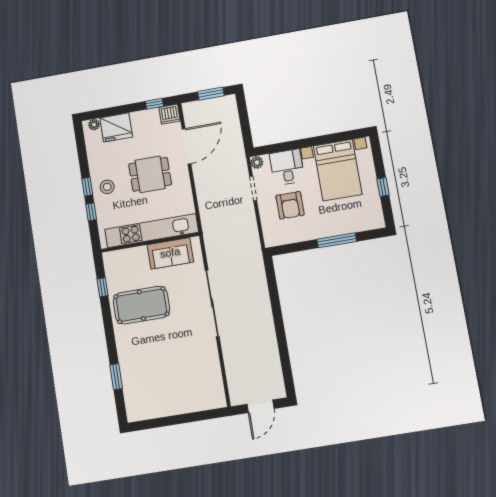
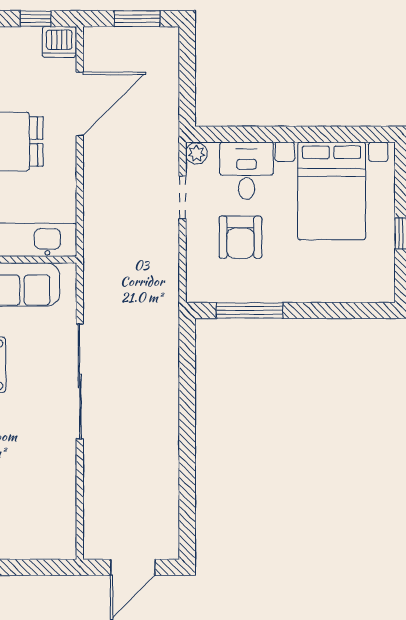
window: (337, 240) -> (249, 310), moved

